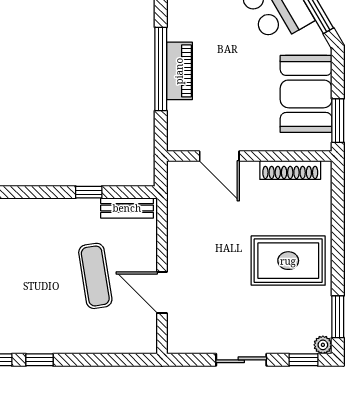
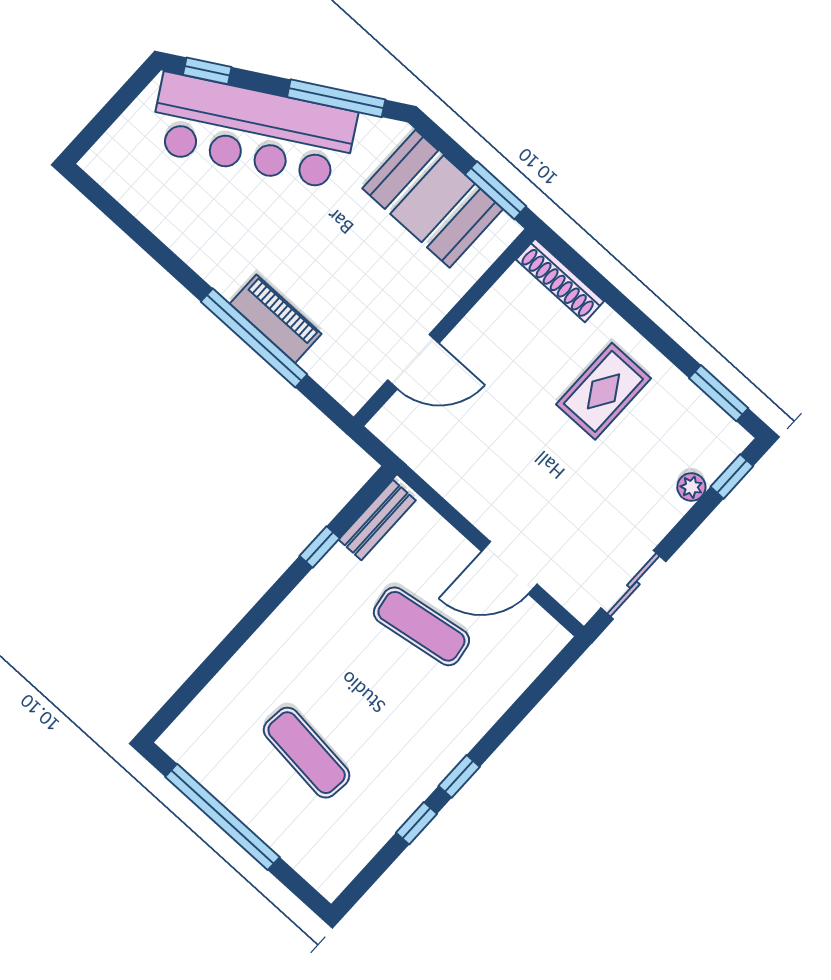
shoe rack: (290, 170) -> (560, 280), moved, turned 90
rug: (288, 261) -> (603, 391), width x0.73, depth x0.70
plant: (323, 345) -> (691, 487), moved
sliding door: (241, 360) -> (633, 585), moved

